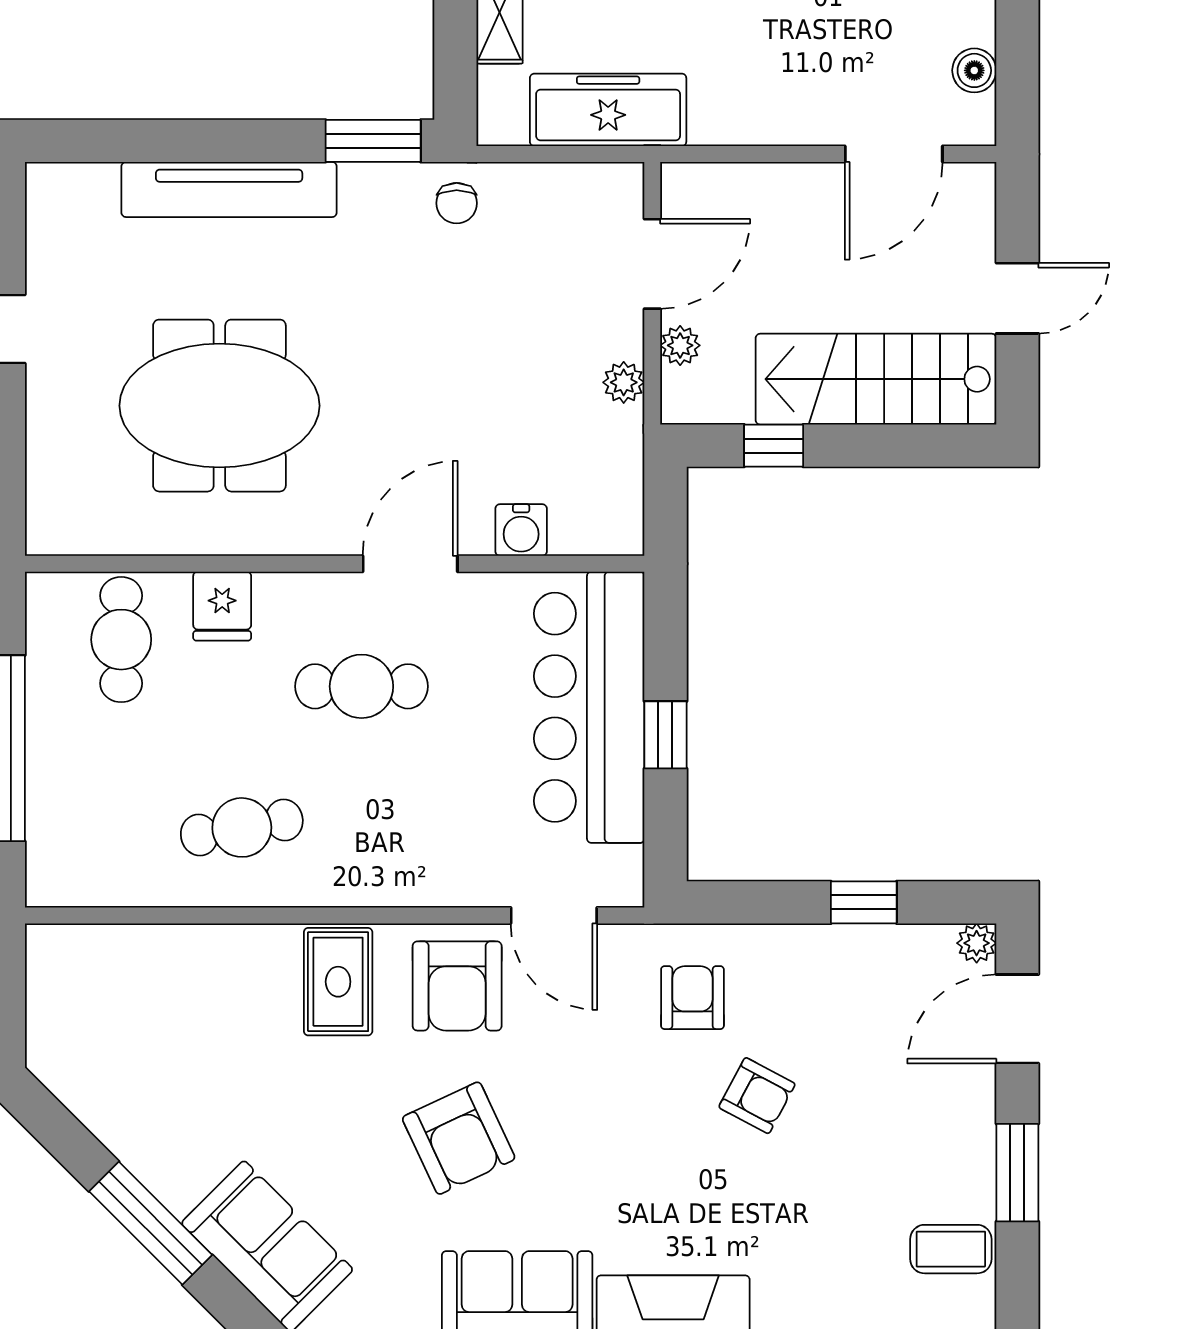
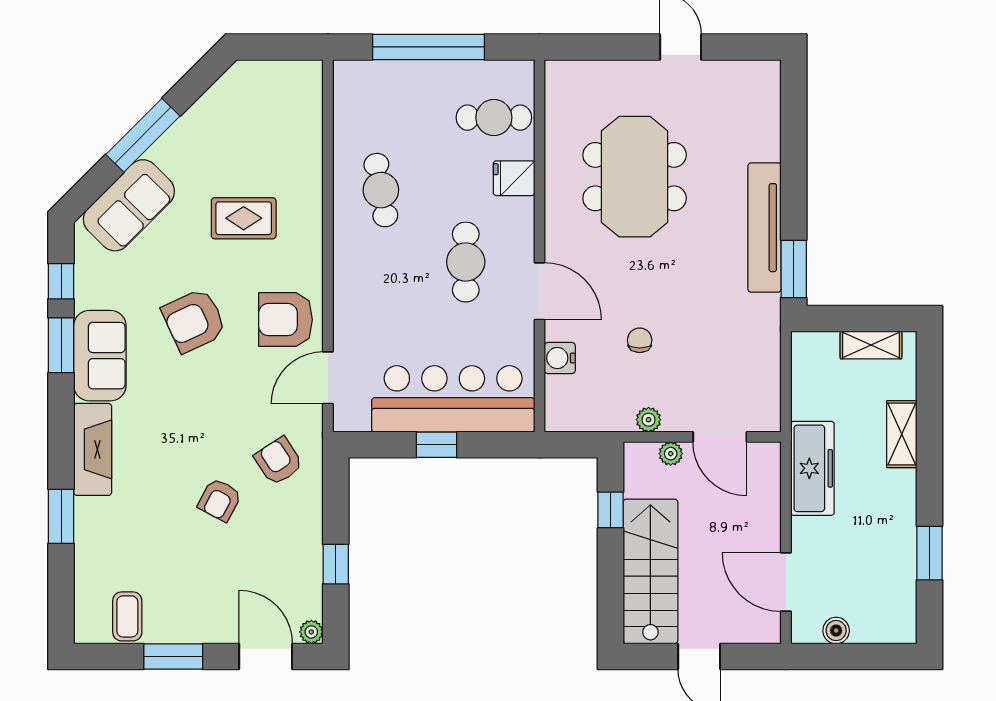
freezer: (608, 110) -> (812, 468), moved
tv unit: (229, 189) -> (765, 228), moved
chair: (457, 203) -> (640, 340), moved, turned 90
rug: (338, 982) -> (244, 218), moved
armchair: (692, 998) -> (279, 461), turned -123

